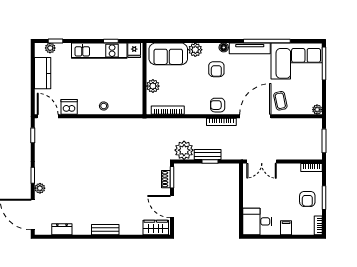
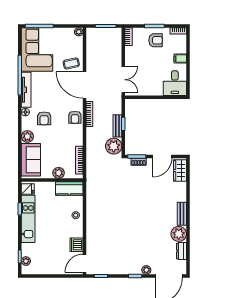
armchair: (216, 69) -> (44, 118), turned 90
kitchen counter: (43, 73) -> (69, 189), moved, turned 180
plant: (82, 226) -> (179, 234), added

